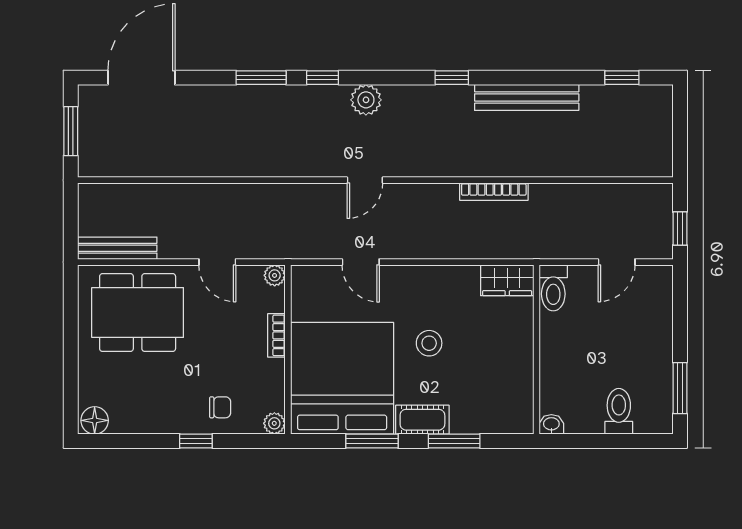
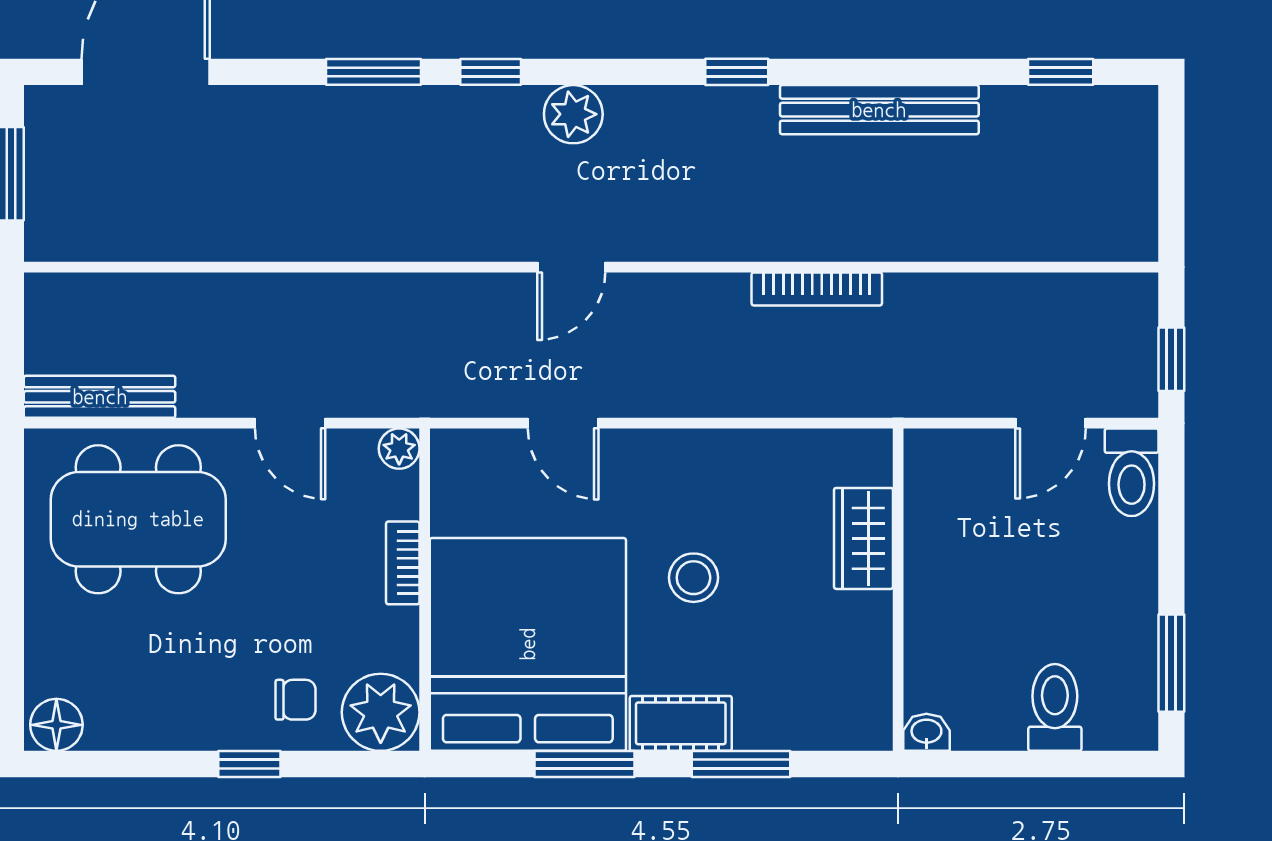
wardrobe: (507, 280) -> (864, 538), moved, turned 90
toilet: (553, 288) -> (1132, 472), moved
plant: (274, 423) -> (381, 712), width x1.88, depth x1.88

